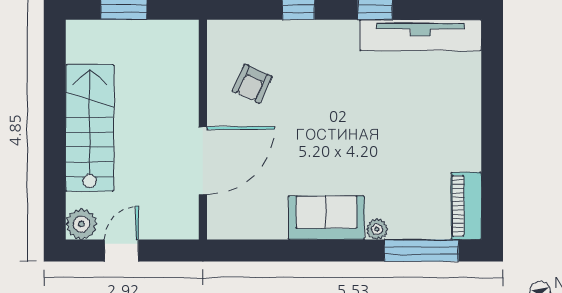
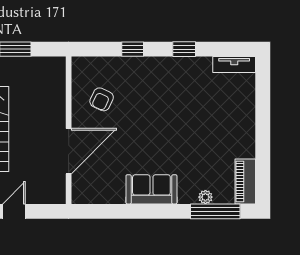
tv unit: (421, 35) -> (234, 64), width x0.52, depth x0.78
plant: (377, 229) -> (205, 197), moved

